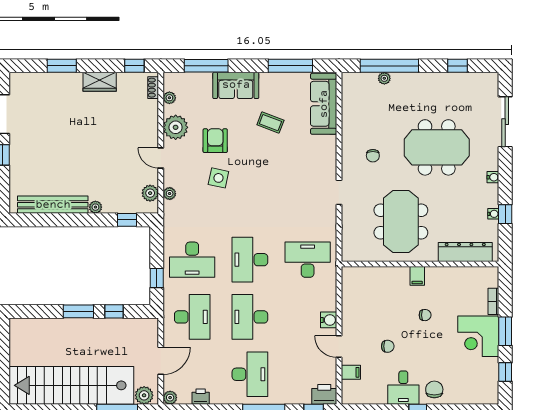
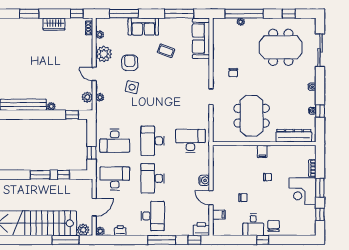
meeting table: (437, 147) -> (281, 47), moved
desk: (192, 317) -> (115, 178), turned -90

